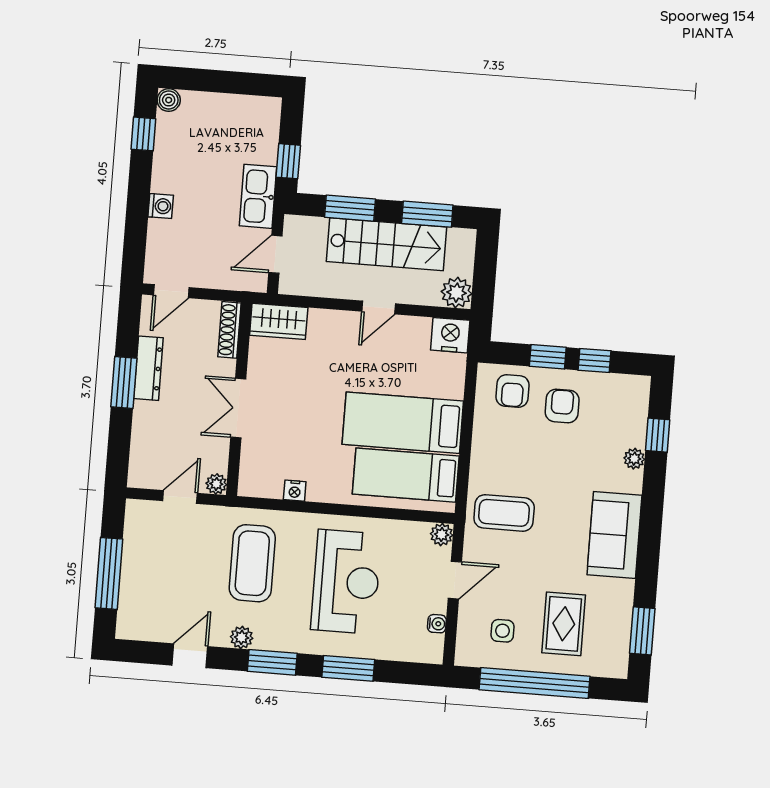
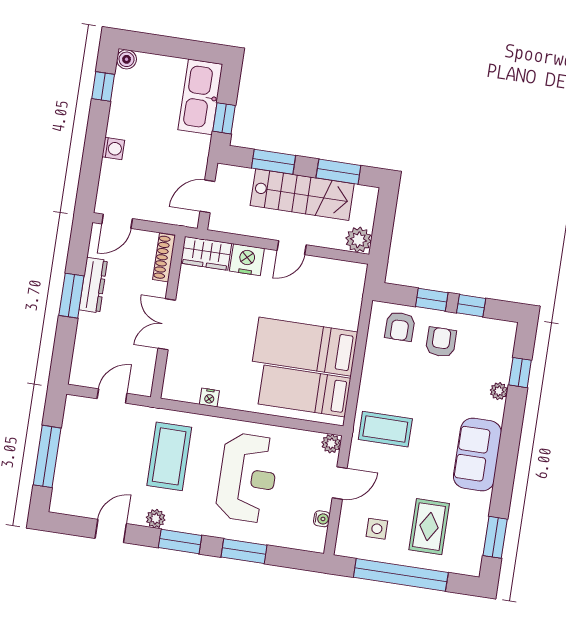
kitchen sink: (258, 196) -> (200, 97), moved, width x1.36, depth x1.24
nightstand: (450, 335) -> (247, 260), moved
plant: (216, 484) -> (144, 387), removed

